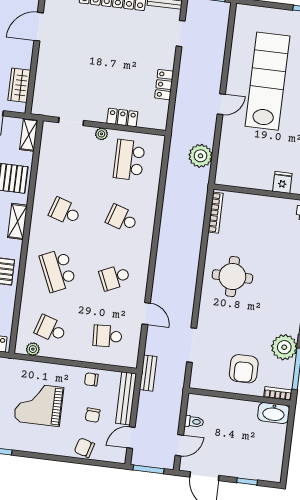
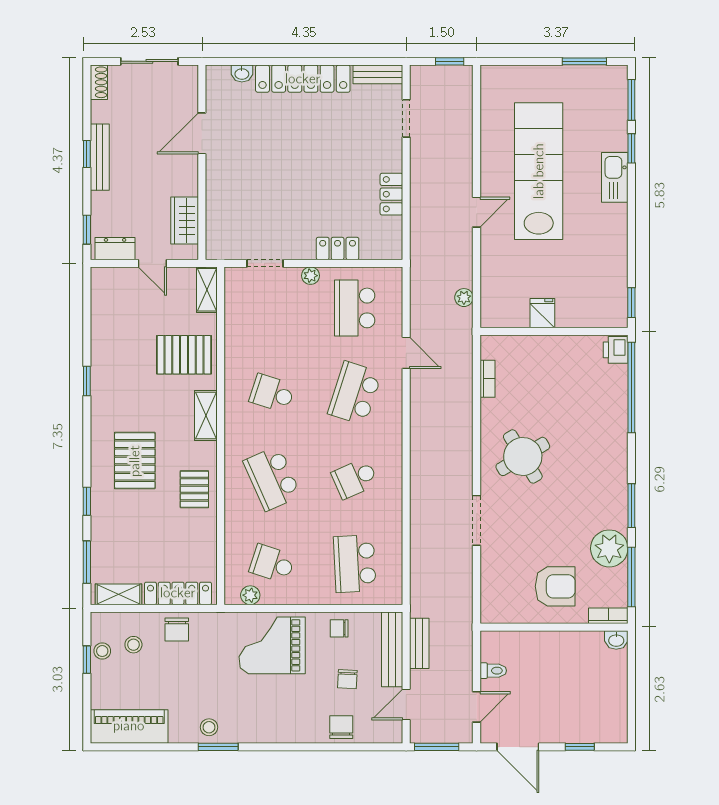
plant: (200, 156) -> (464, 298), width x0.53, depth x0.53
fridge: (282, 182) -> (542, 313), moved
bookcase: (216, 213) -> (488, 379), width x0.64
school desk: (122, 219) -> (355, 393), width x1.85
round table: (232, 277) -> (523, 456), turned -31
door: (146, 314) -> (406, 353), moved
school desk: (108, 336) -> (355, 564), width x1.85
doorway: (192, 345) -> (477, 520), moved
armchair: (244, 369) -> (555, 586), turned -90
bench: (148, 373) -> (419, 643), moved
grand piano: (39, 404) -> (272, 645), moved
washbasin: (274, 413) -> (616, 640), width x0.52, depth x0.69
chair: (84, 448) -> (341, 727), turned 74

